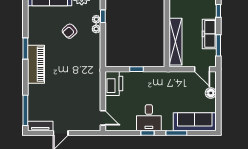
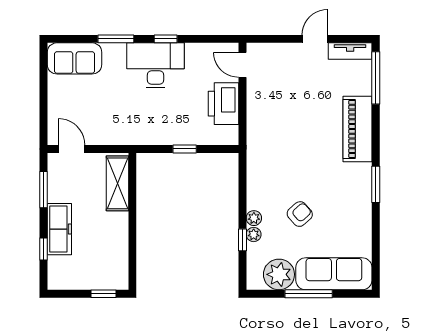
freezer: (209, 34) -> (59, 229), moved
shelving: (175, 42) -> (117, 183), width x0.68
piano: (36, 64) -> (358, 129), moved
printer: (114, 83) -> (223, 104), moved
floor lamp: (211, 93) -> (57, 108), removed
desk: (149, 118) -> (155, 65), width x1.37
sofa: (195, 122) -> (74, 58), width x0.73

